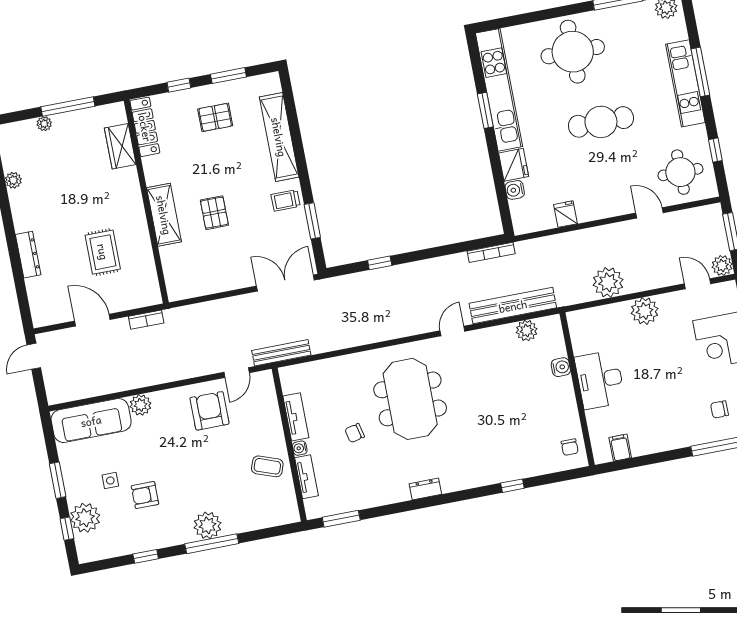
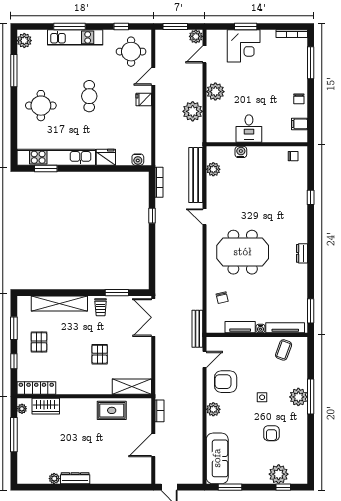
round table: (573, 52) -> (41, 106), width x0.73, depth x0.73
window: (485, 110) -> (46, 169), moved
cafe table: (601, 122) -> (89, 96), width x0.73, depth x0.74
plant: (44, 124) -> (22, 409), moved
water cooler: (515, 190) -> (138, 160), moved
pallet: (214, 213) -> (100, 354), turned 90
fridge: (566, 214) -> (144, 100), moved
shelving: (164, 215) -> (132, 387), moved
rug: (103, 252) -> (112, 410), moved
dresser: (28, 255) -> (75, 478), moved
window: (380, 263) -> (152, 216), moved
door: (237, 373) -> (204, 360), hinge flipped
desk: (600, 380) -> (249, 129), width x0.73
plant: (140, 405) -> (213, 409), moved
chair: (719, 409) -> (299, 99), moved
chair: (355, 433) -> (222, 298), moved
coffee table: (267, 466) -> (284, 350), moved
tv unit: (307, 477) -> (285, 328), width x1.41
window: (58, 480) -> (230, 487), moved
side table: (110, 481) -> (262, 397), moved
window: (146, 556) -> (311, 440), removed

